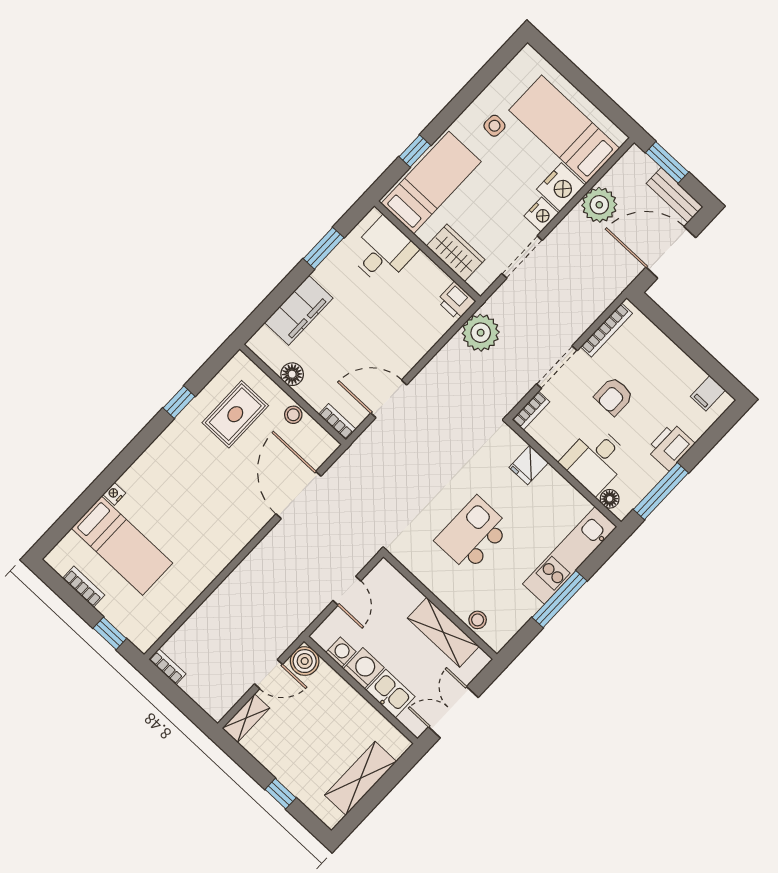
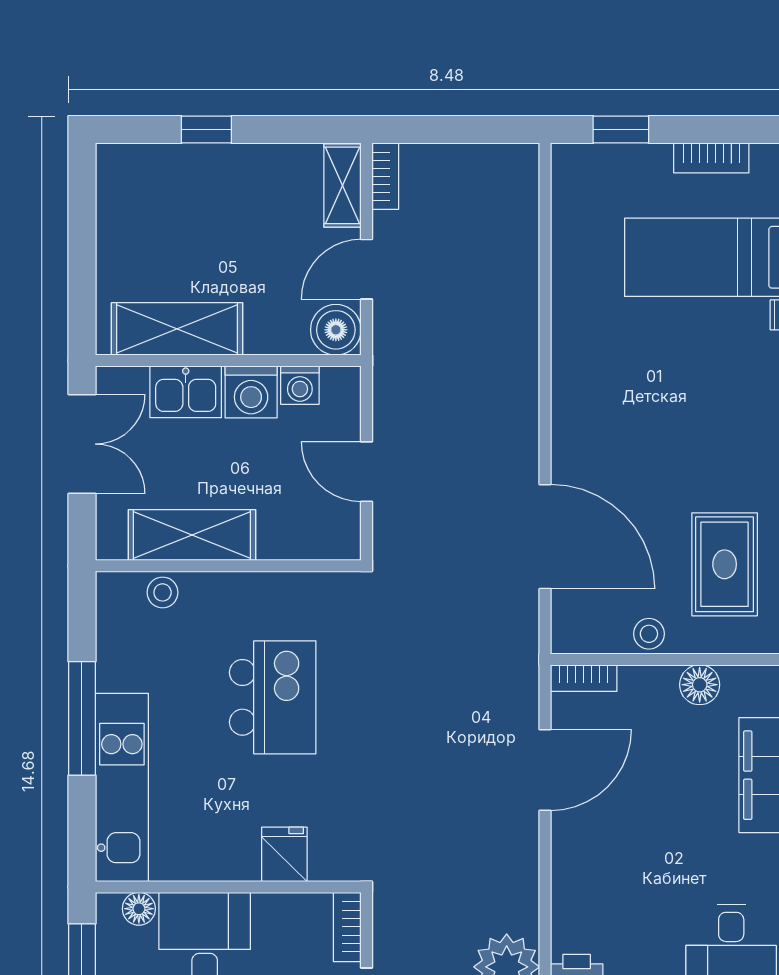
bookcase: (167, 667) -> (385, 176), moved, turned -90
shelving: (361, 778) -> (177, 329), moved, turned 90

